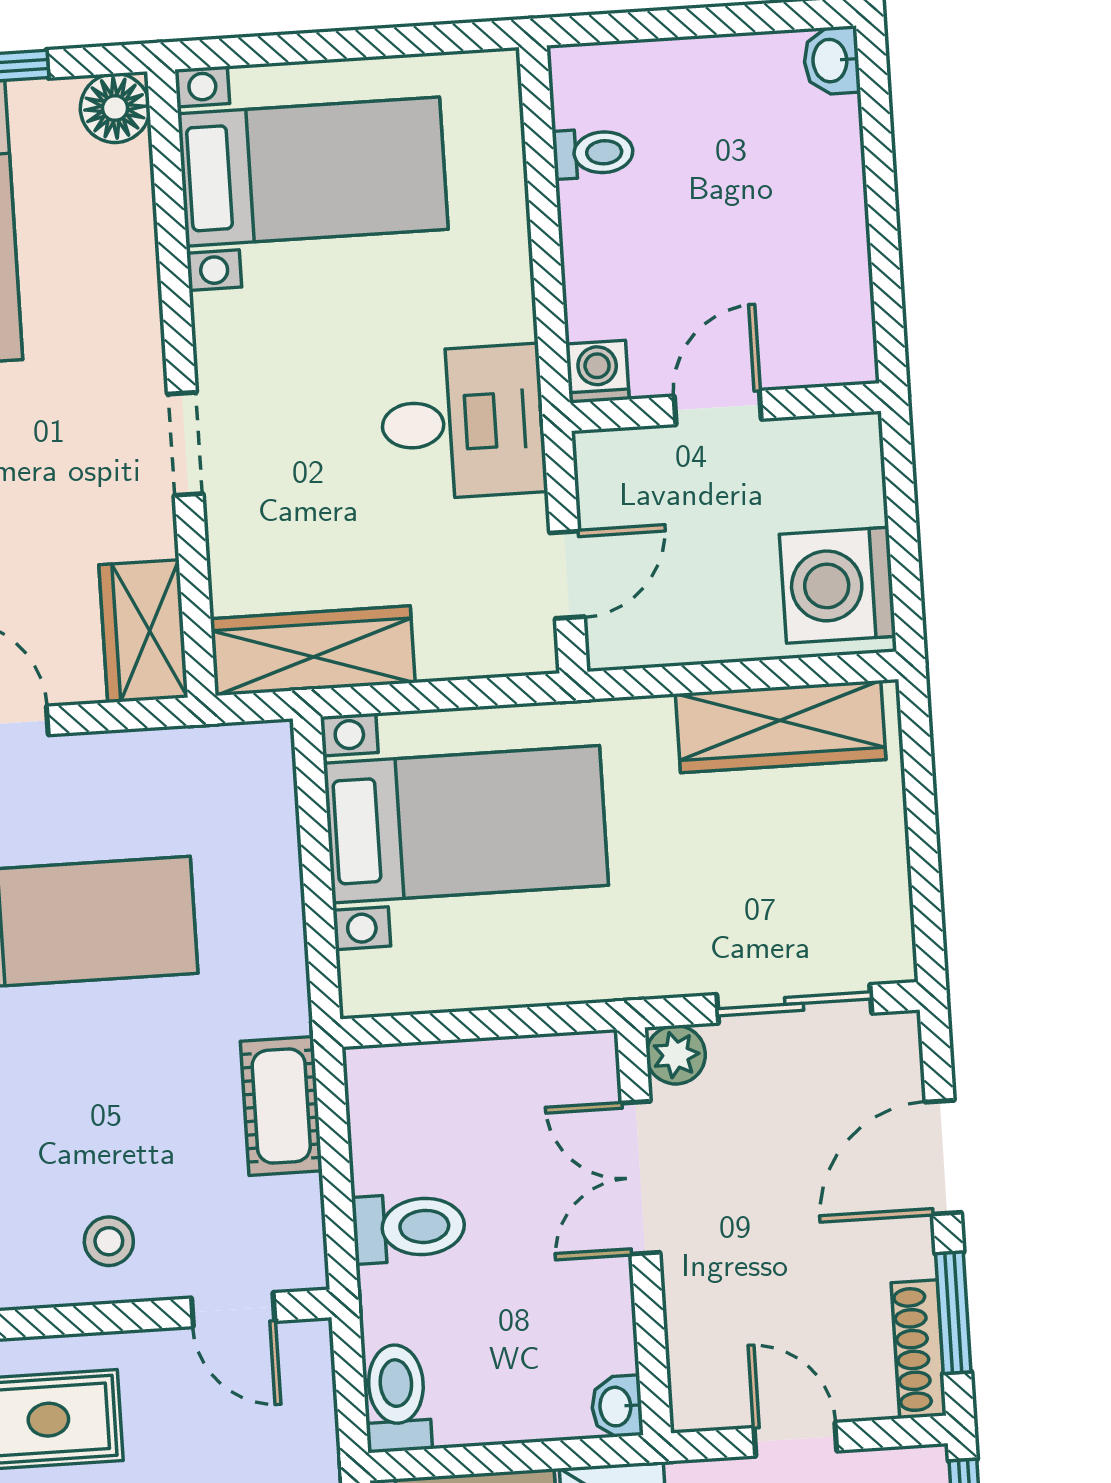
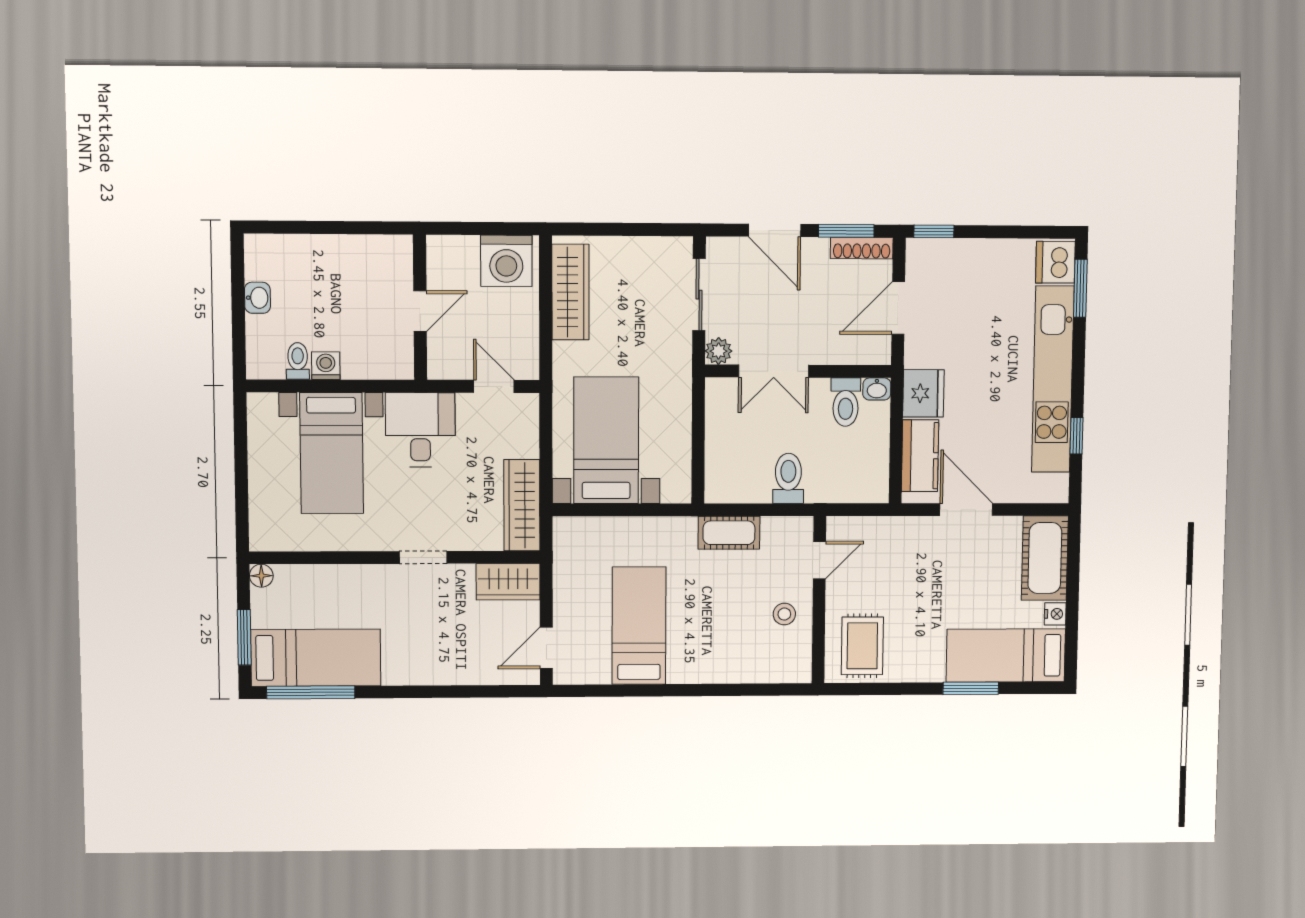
washbasin: (831, 60) -> (257, 298), moved, turned -90
floor lamp: (115, 108) -> (261, 576), width x0.73, depth x0.73
bed with nightstands: (313, 172) -> (332, 453), moved, turned 180
washing machine: (597, 372) -> (326, 366), moved, turned 90
door: (718, 408) -> (420, 311), swing flipped
toilet: (397, 1398) -> (846, 402), moved, turned -90
door: (795, 1439) -> (898, 308), width x1.38

